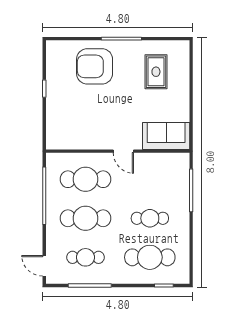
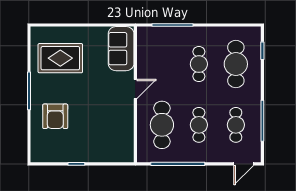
armchair: (95, 66) -> (55, 116), width x0.73, depth x0.73
rug: (156, 72) -> (60, 58), width x1.36, depth x1.43
cafe table: (85, 218) -> (199, 125), width x0.73, depth x0.74

